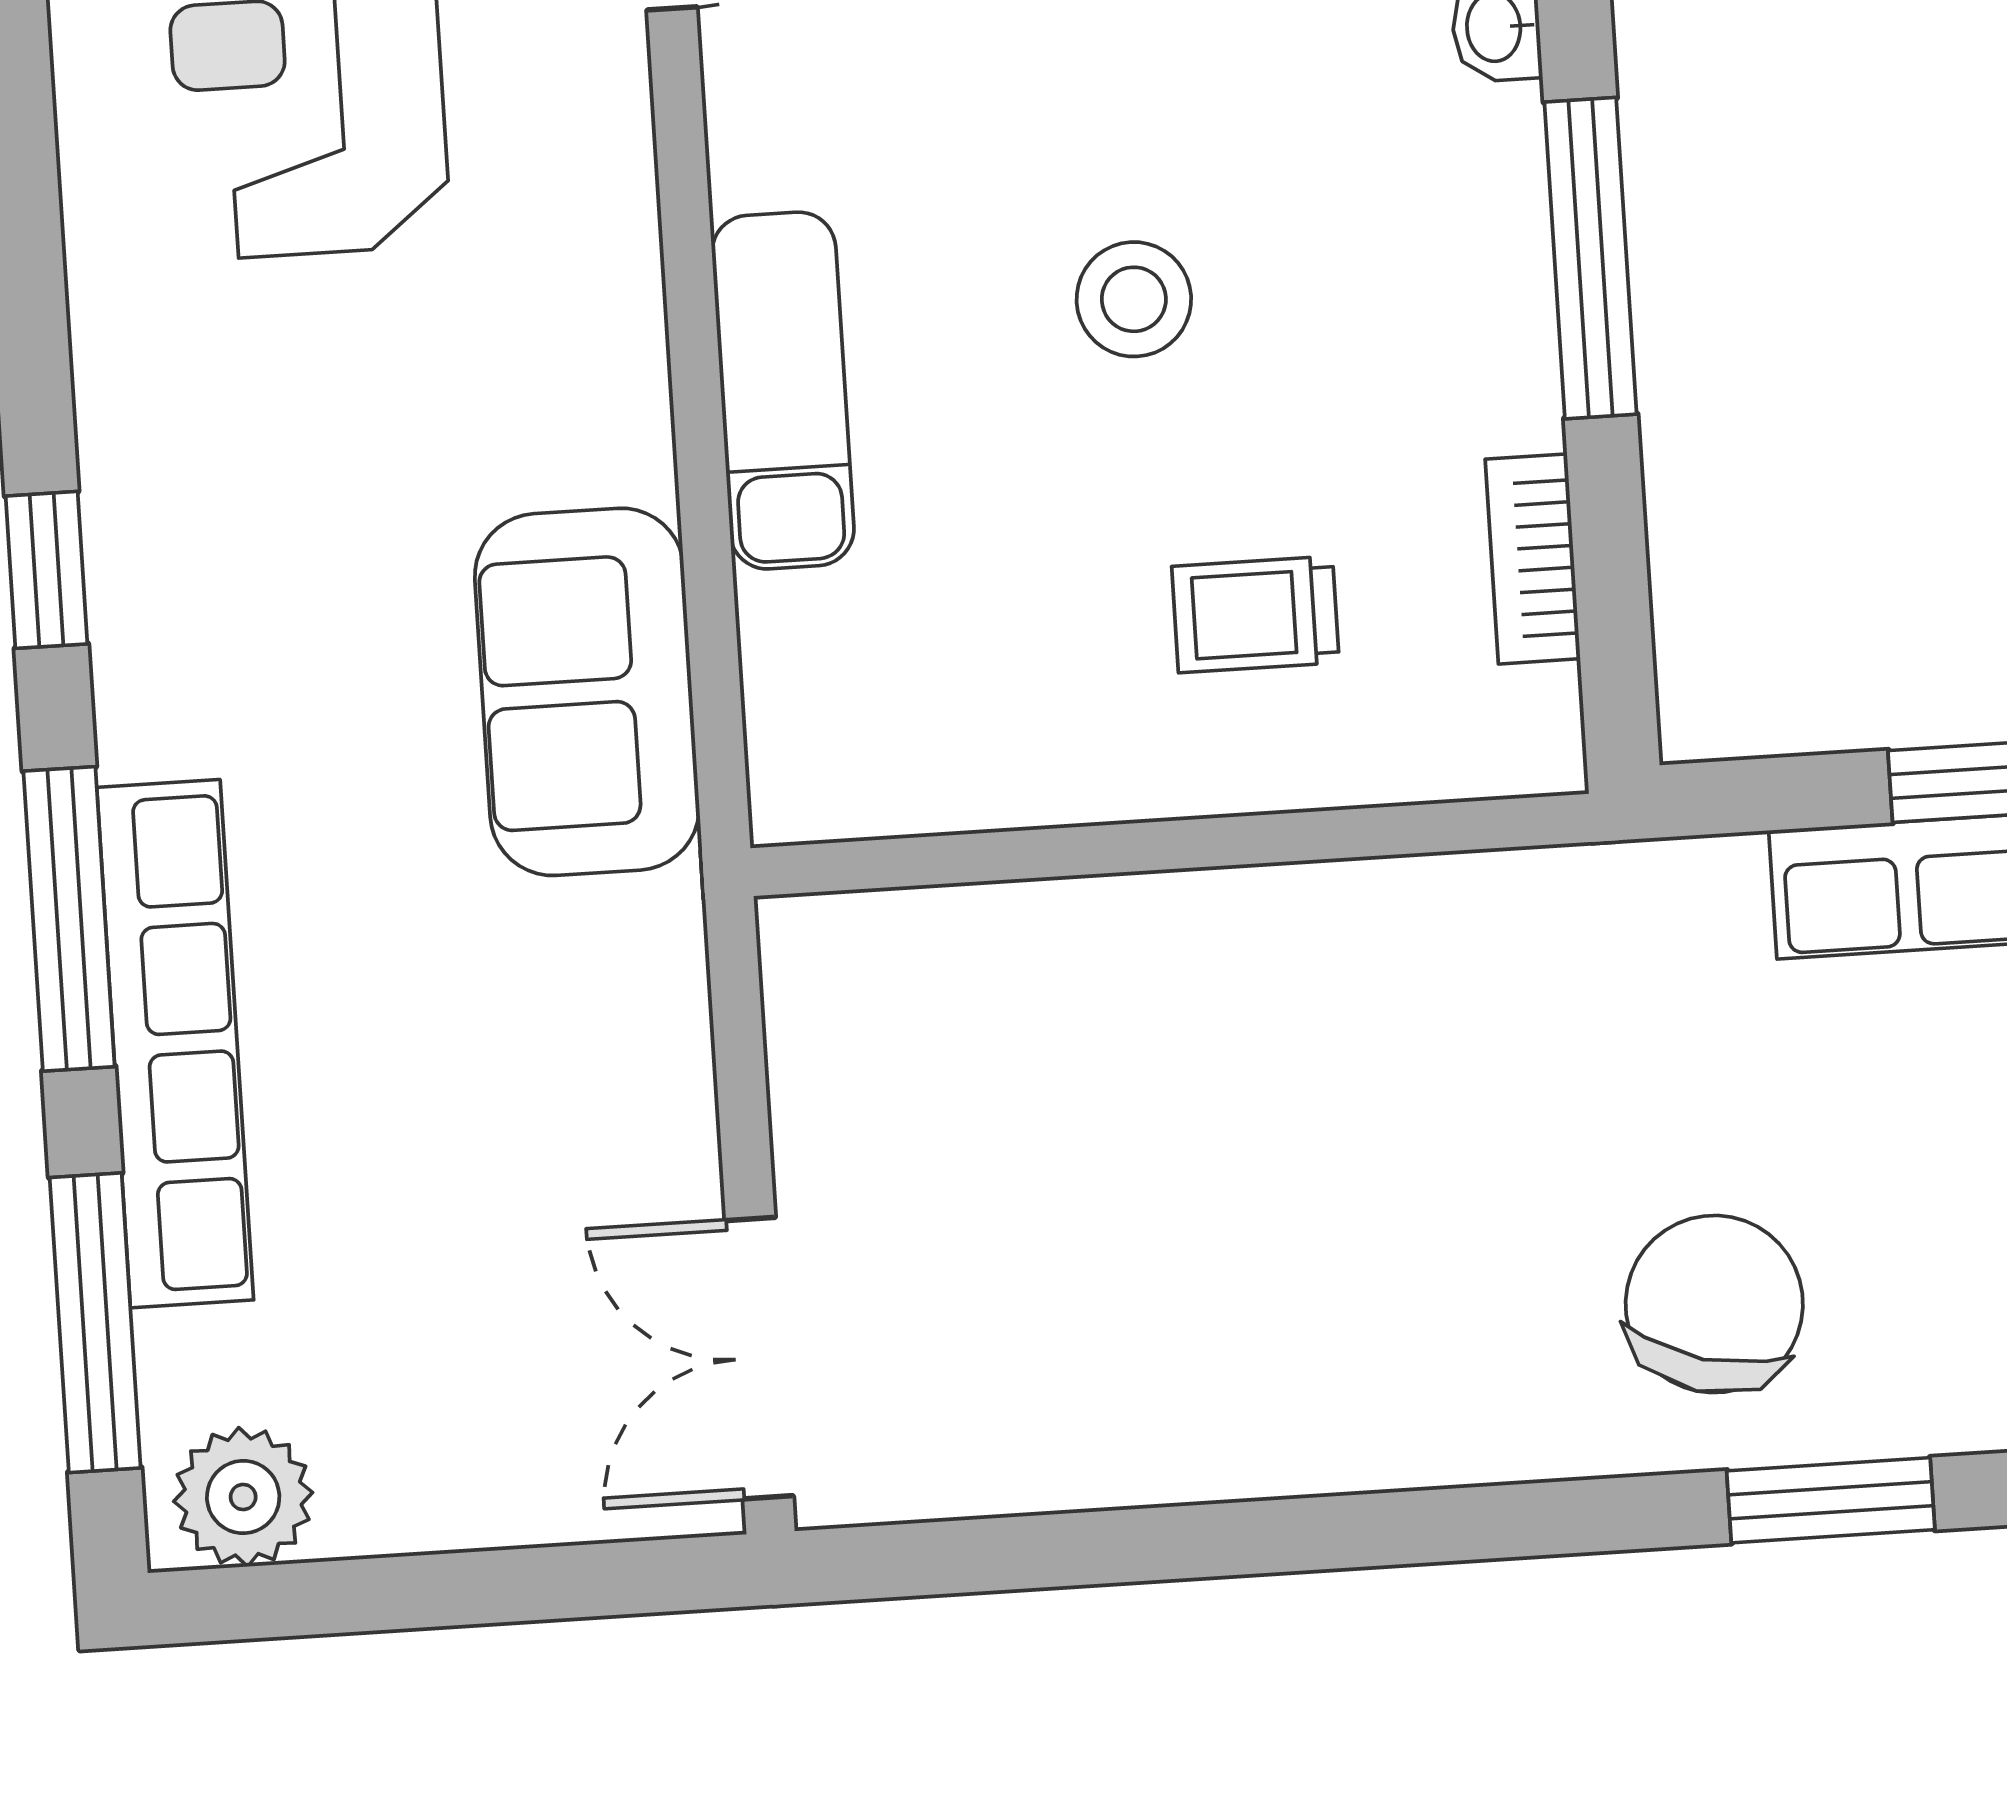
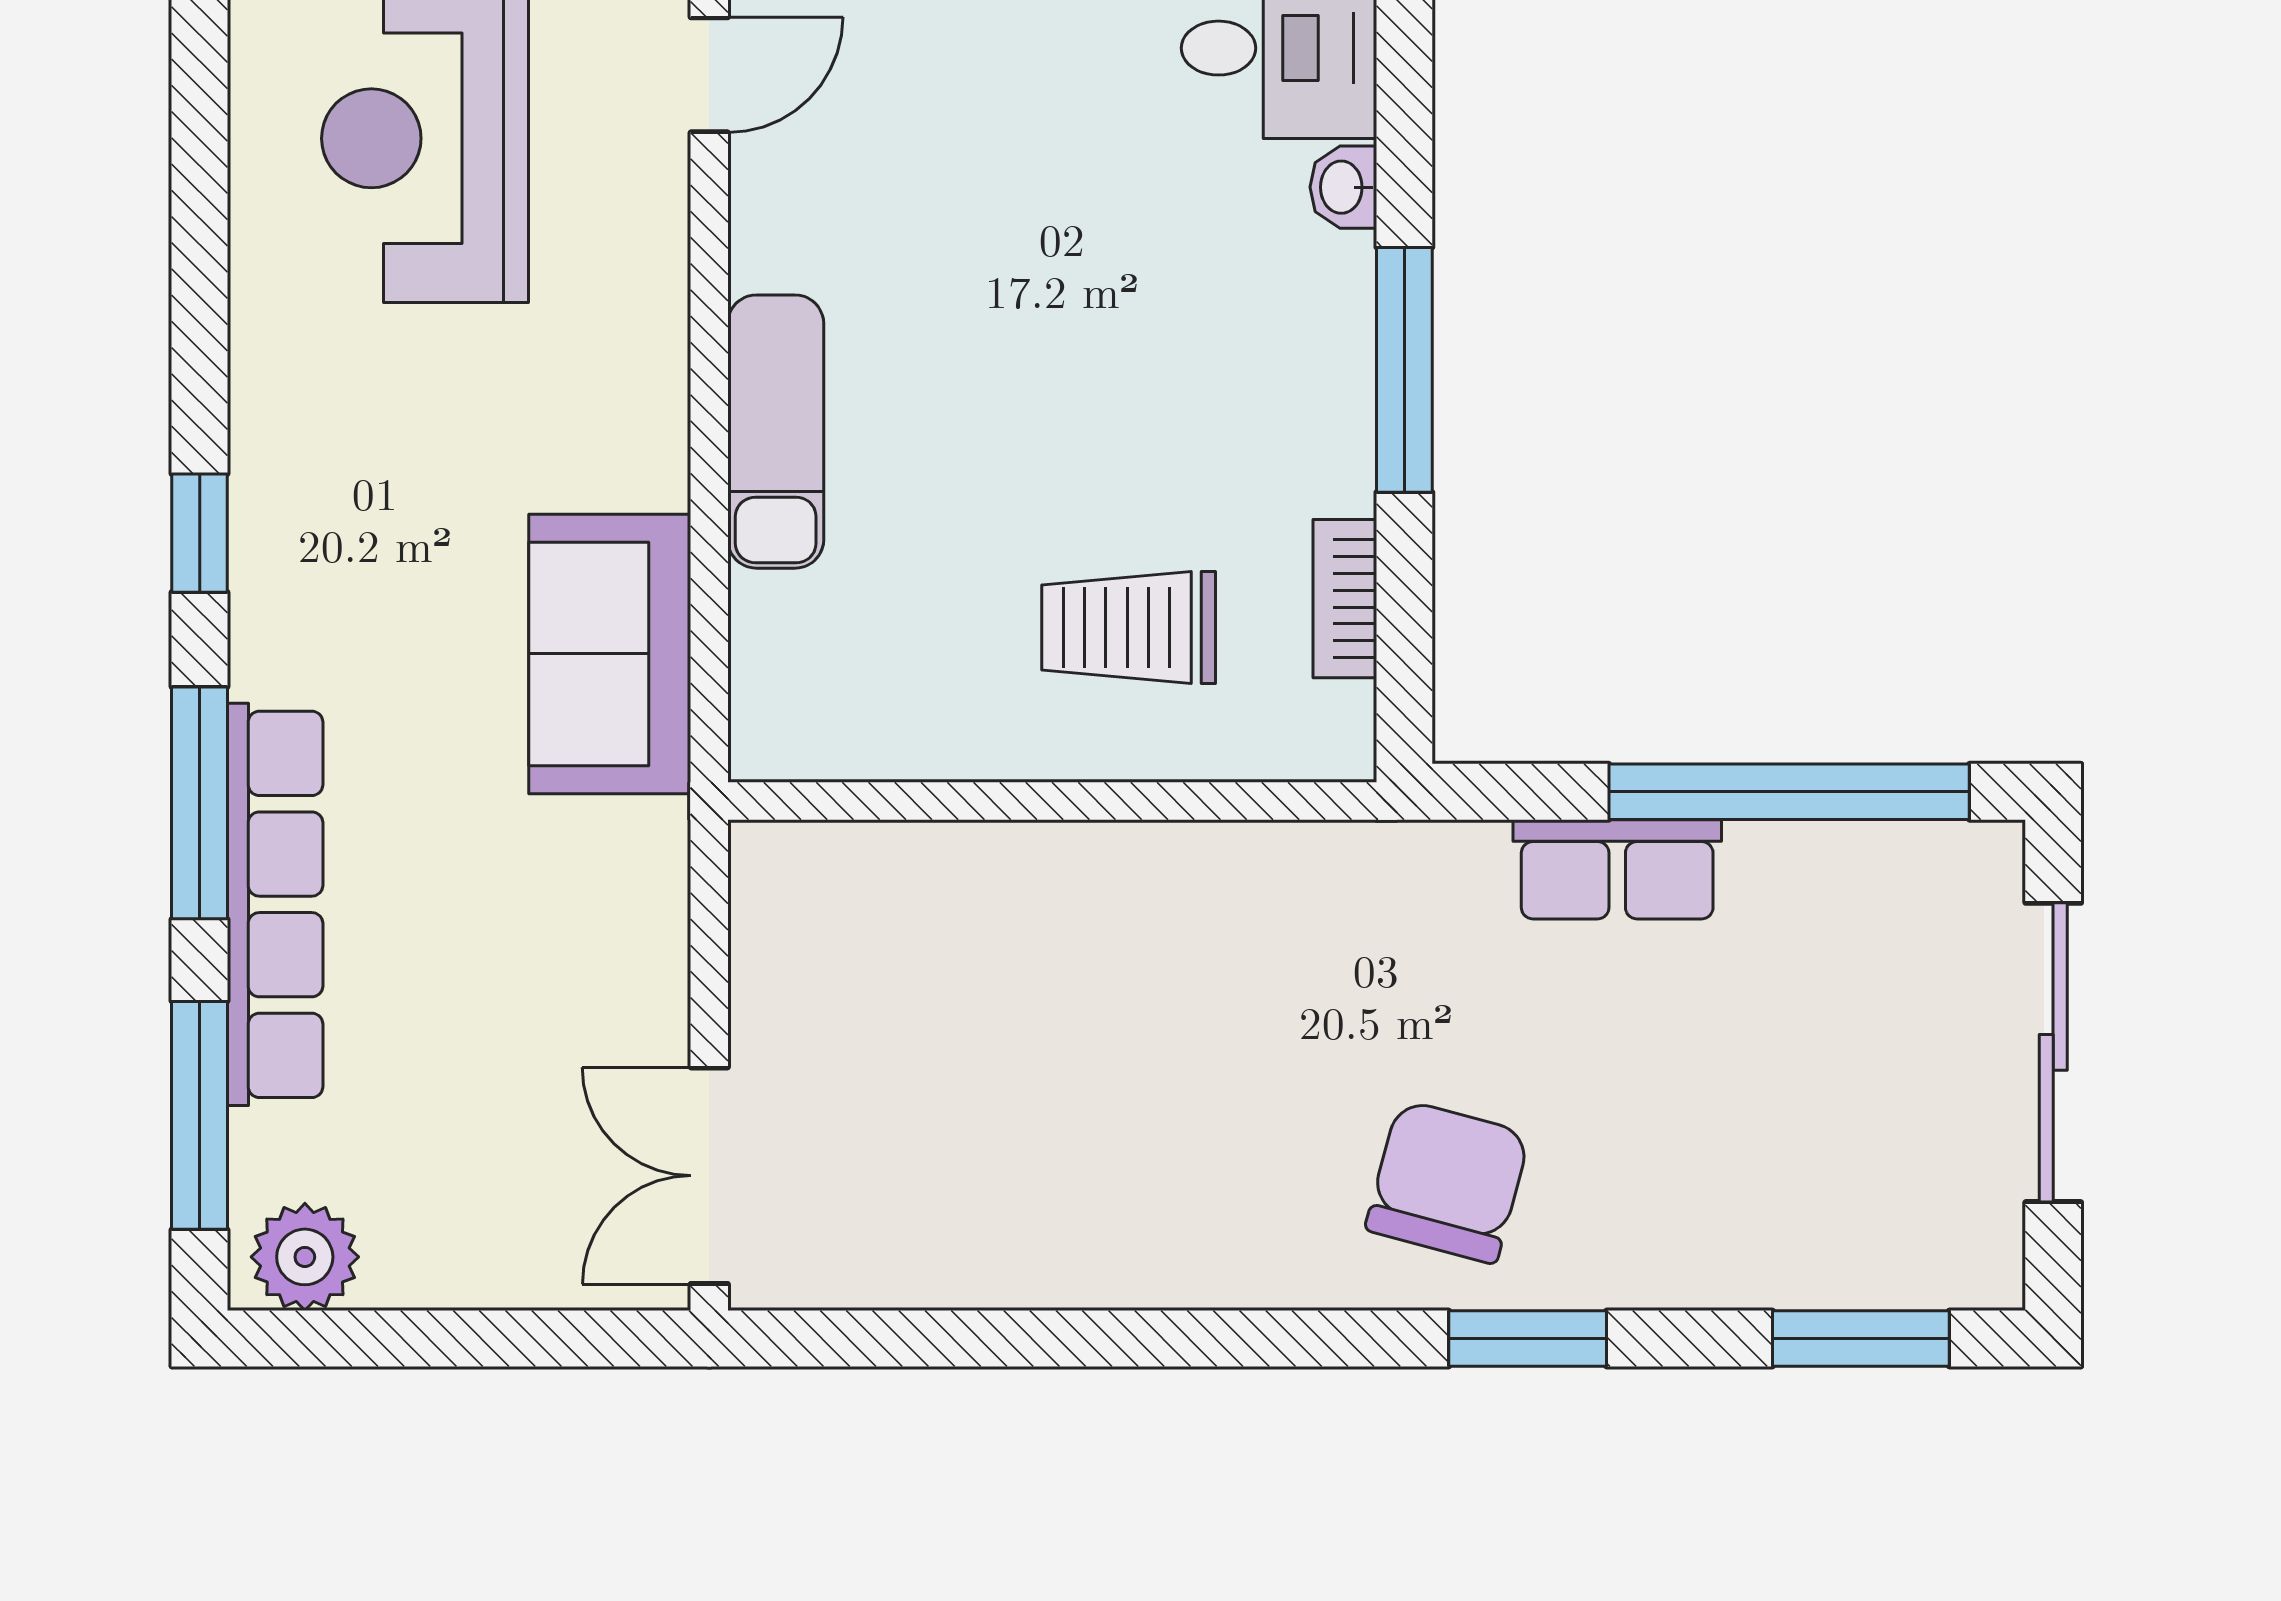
stool: (1134, 299) -> (1051, 379), removed
trolley: (1255, 614) -> (1129, 628), width x1.36, depth x1.39

